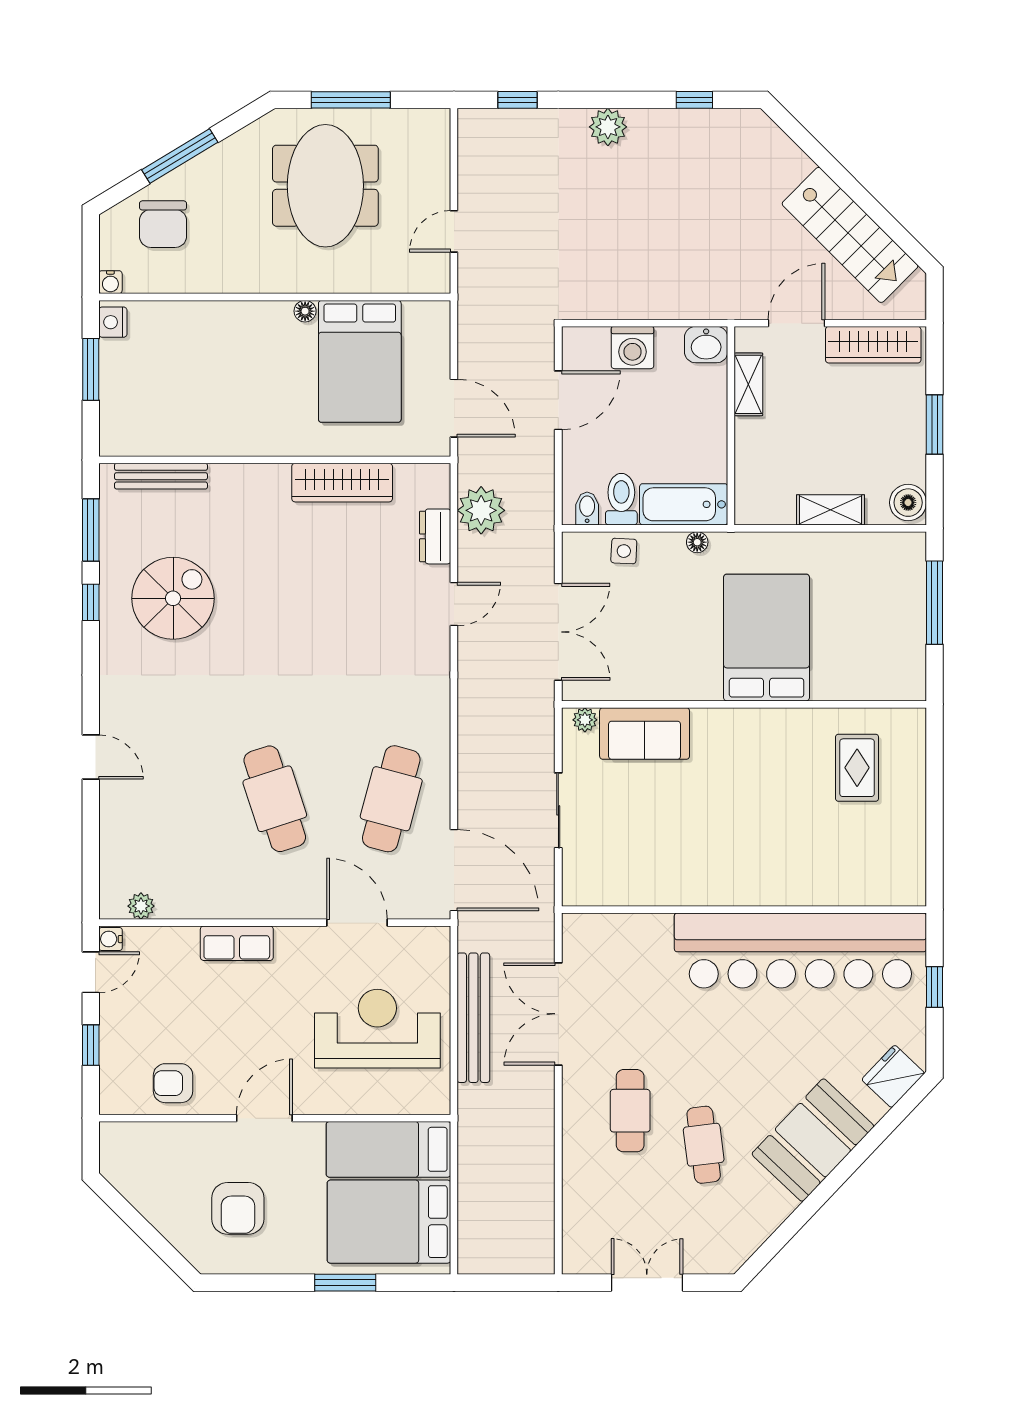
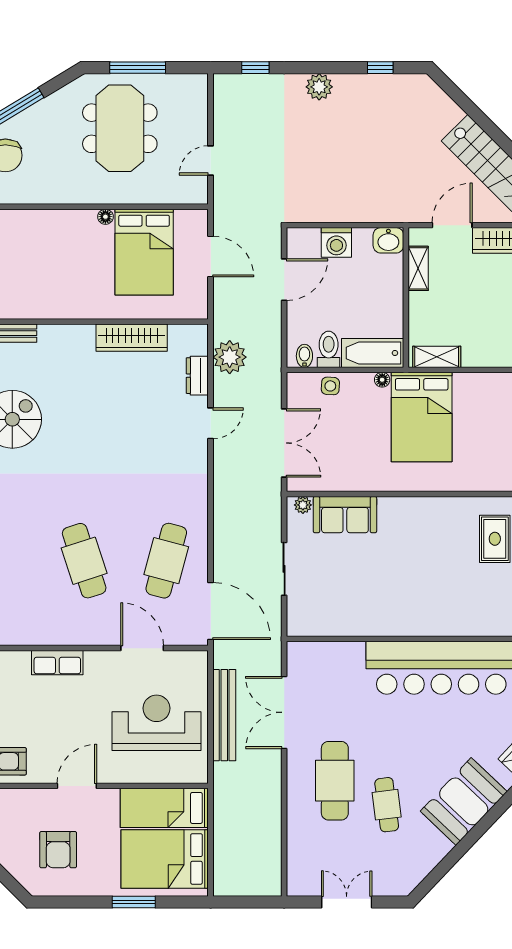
door: (454, 408) -> (211, 257), moved
shelving: (831, 510) -> (437, 357), moved
bed: (767, 638) -> (422, 417), moved, turned 180
cafe table: (630, 1111) -> (335, 781), width x1.37, depth x1.35

